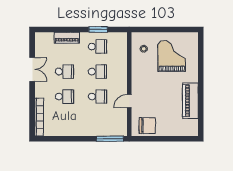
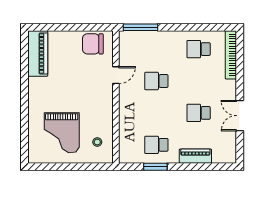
school desk: (97, 72) -> (156, 113), removed
school desk: (64, 97) -> (199, 49), moved
piano: (190, 101) -> (38, 53), moved

